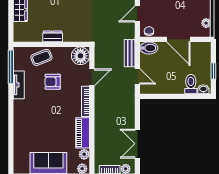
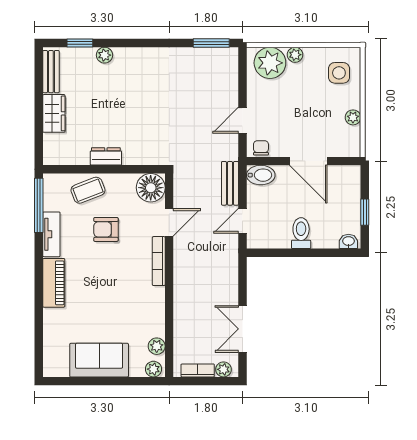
plant: (206, 23) -> (353, 117), moved
door: (137, 76) -> (242, 221), swing flipped
toilet: (191, 84) -> (301, 233), moved
piano: (83, 133) -> (54, 283), moved, turned 180

